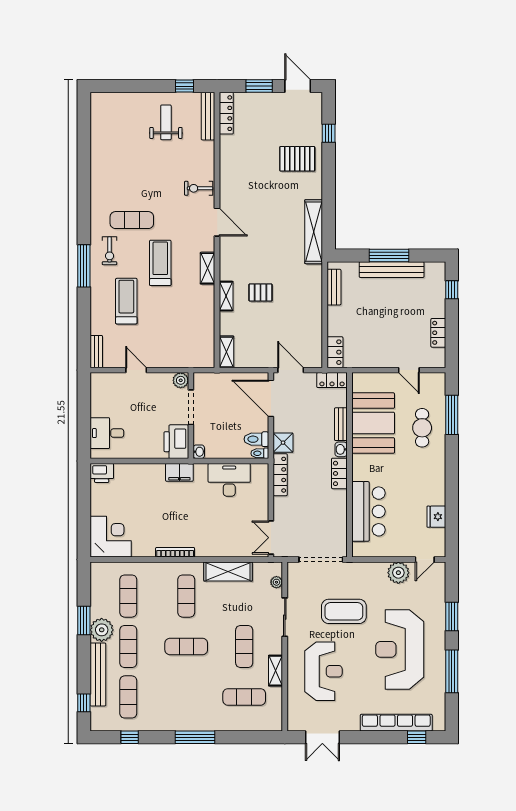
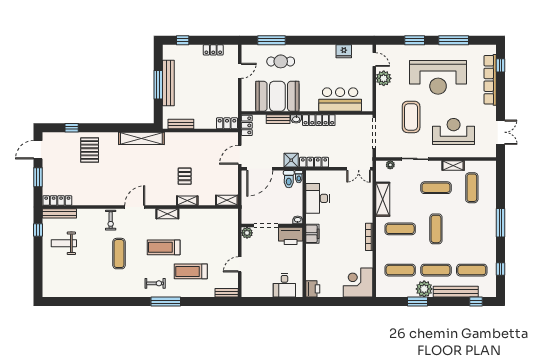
exercise mat: (132, 220) -> (119, 254), moved
locker: (339, 473) -> (319, 120), width x1.53

